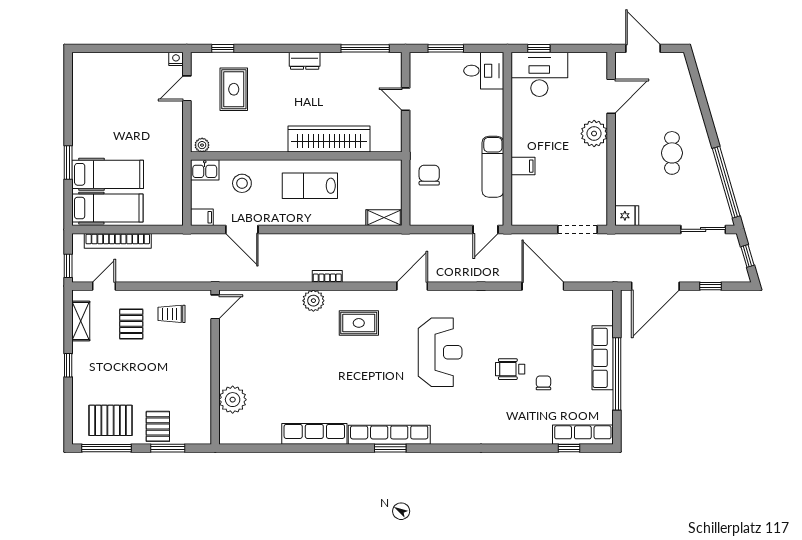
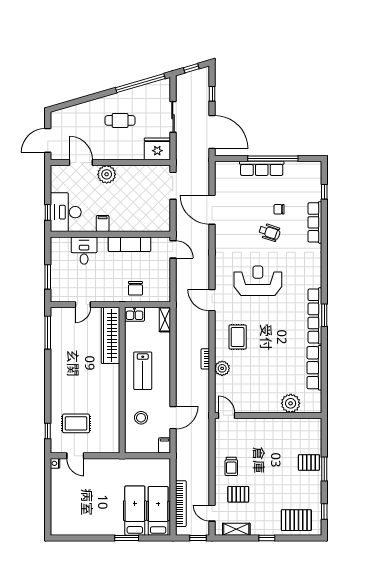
dresser: (305, 61) -> (56, 374), removed
desk: (484, 71) -> (84, 251), moved
wardrobe: (329, 139) -> (110, 335), moved
plant: (202, 145) -> (115, 445), removed
filing cabinet: (523, 166) -> (103, 223), moved
kitchen sink: (205, 170) -> (134, 314), moved, turned 90
chair: (429, 175) -> (135, 288), turned -90
fridge: (627, 216) -> (157, 149), width x1.88, depth x1.34
sliding door: (703, 229) -> (173, 117), moved
door: (543, 286) -> (212, 210), hinge flipped
door: (215, 307) -> (226, 415), moved
wall: (215, 367) -> (268, 415), moved
wheelchair: (510, 369) -> (270, 232), turned -72
plant: (233, 400) -> (291, 403), moved
pallet: (111, 420) -> (296, 520), moved, turned 90
pallet: (158, 426) -> (309, 462), moved
row of seats: (583, 435) -> (315, 222), moved
window: (106, 448) -> (324, 511), width x0.46

